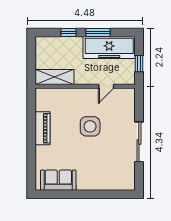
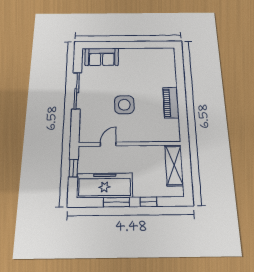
shelving: (54, 77) -> (174, 165), moved, turned 90
sofa: (58, 180) -> (102, 57), moved

